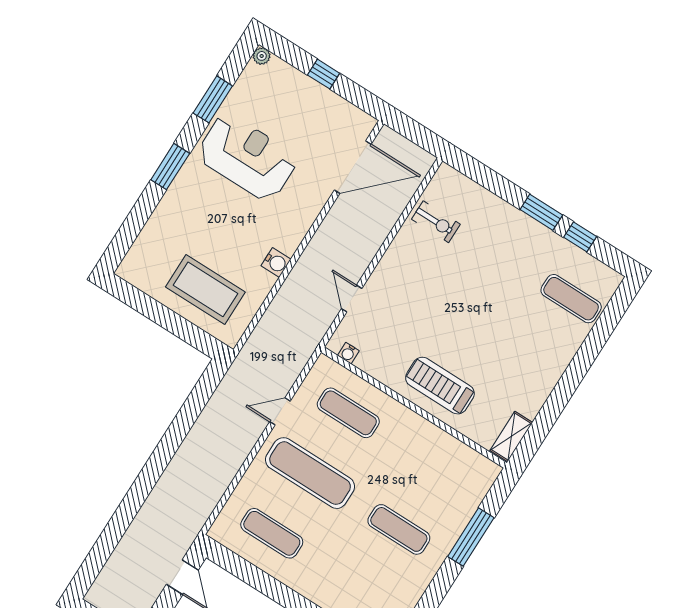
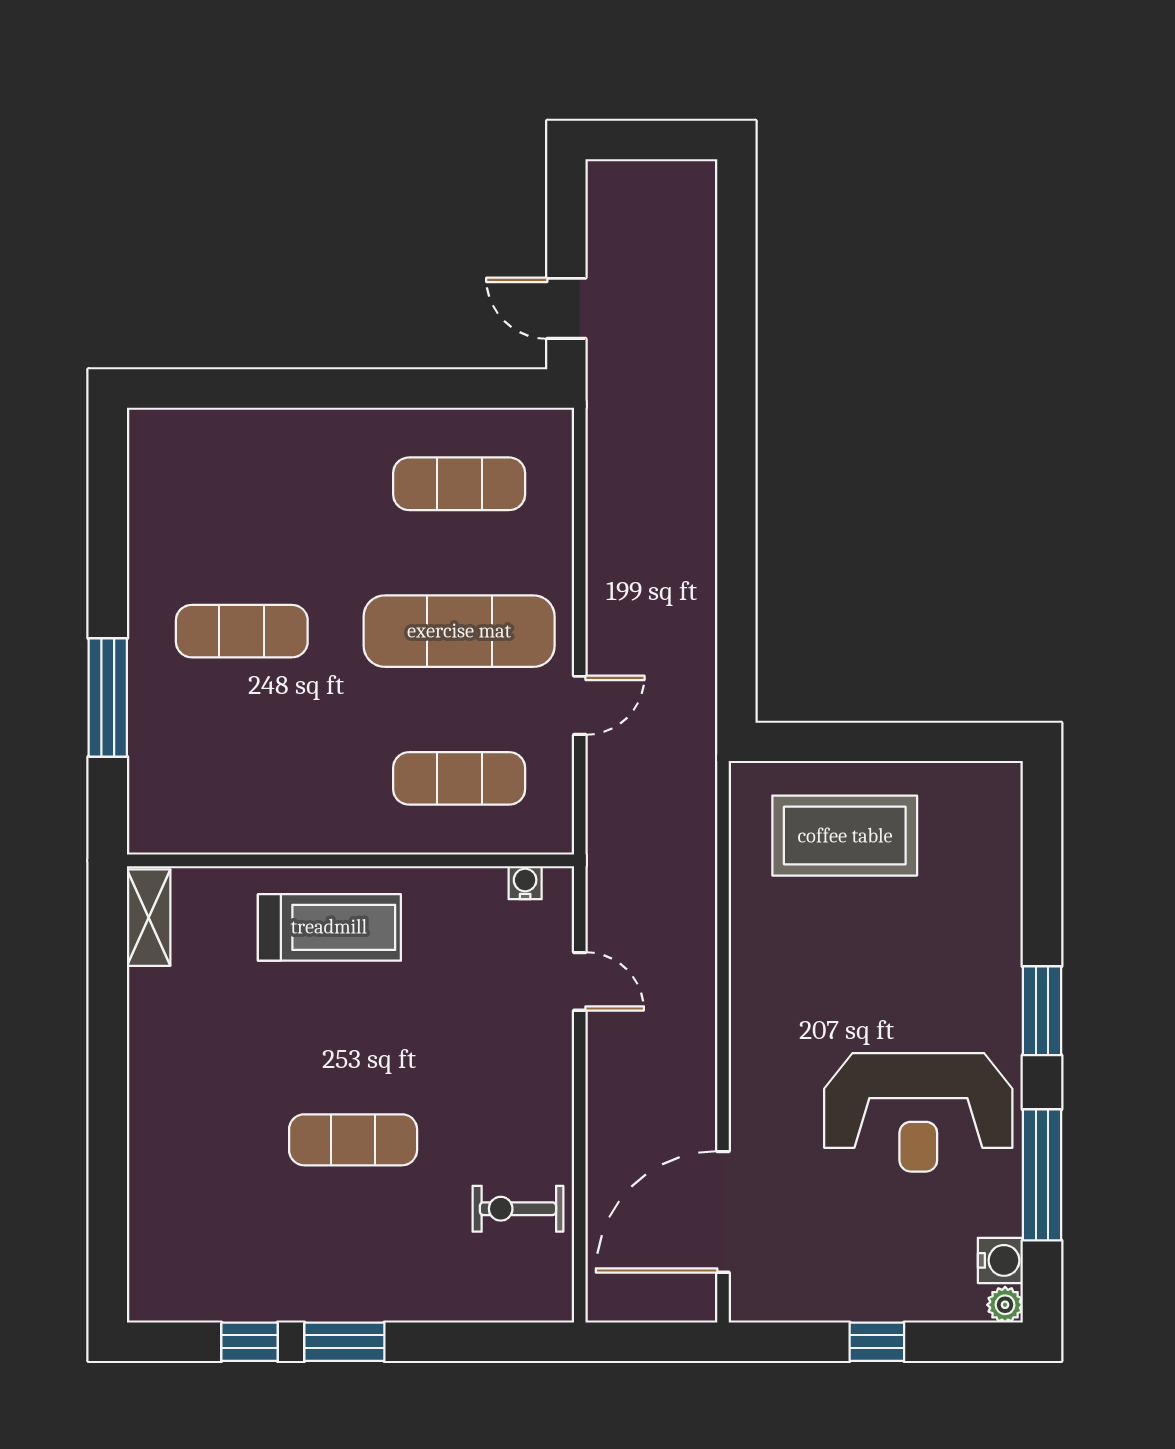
window: (213, 99) -> (1042, 1175), width x1.44
water cooler: (276, 263) -> (1000, 1260), moved, turned 180
exercise mat: (571, 299) -> (353, 1140), moved

